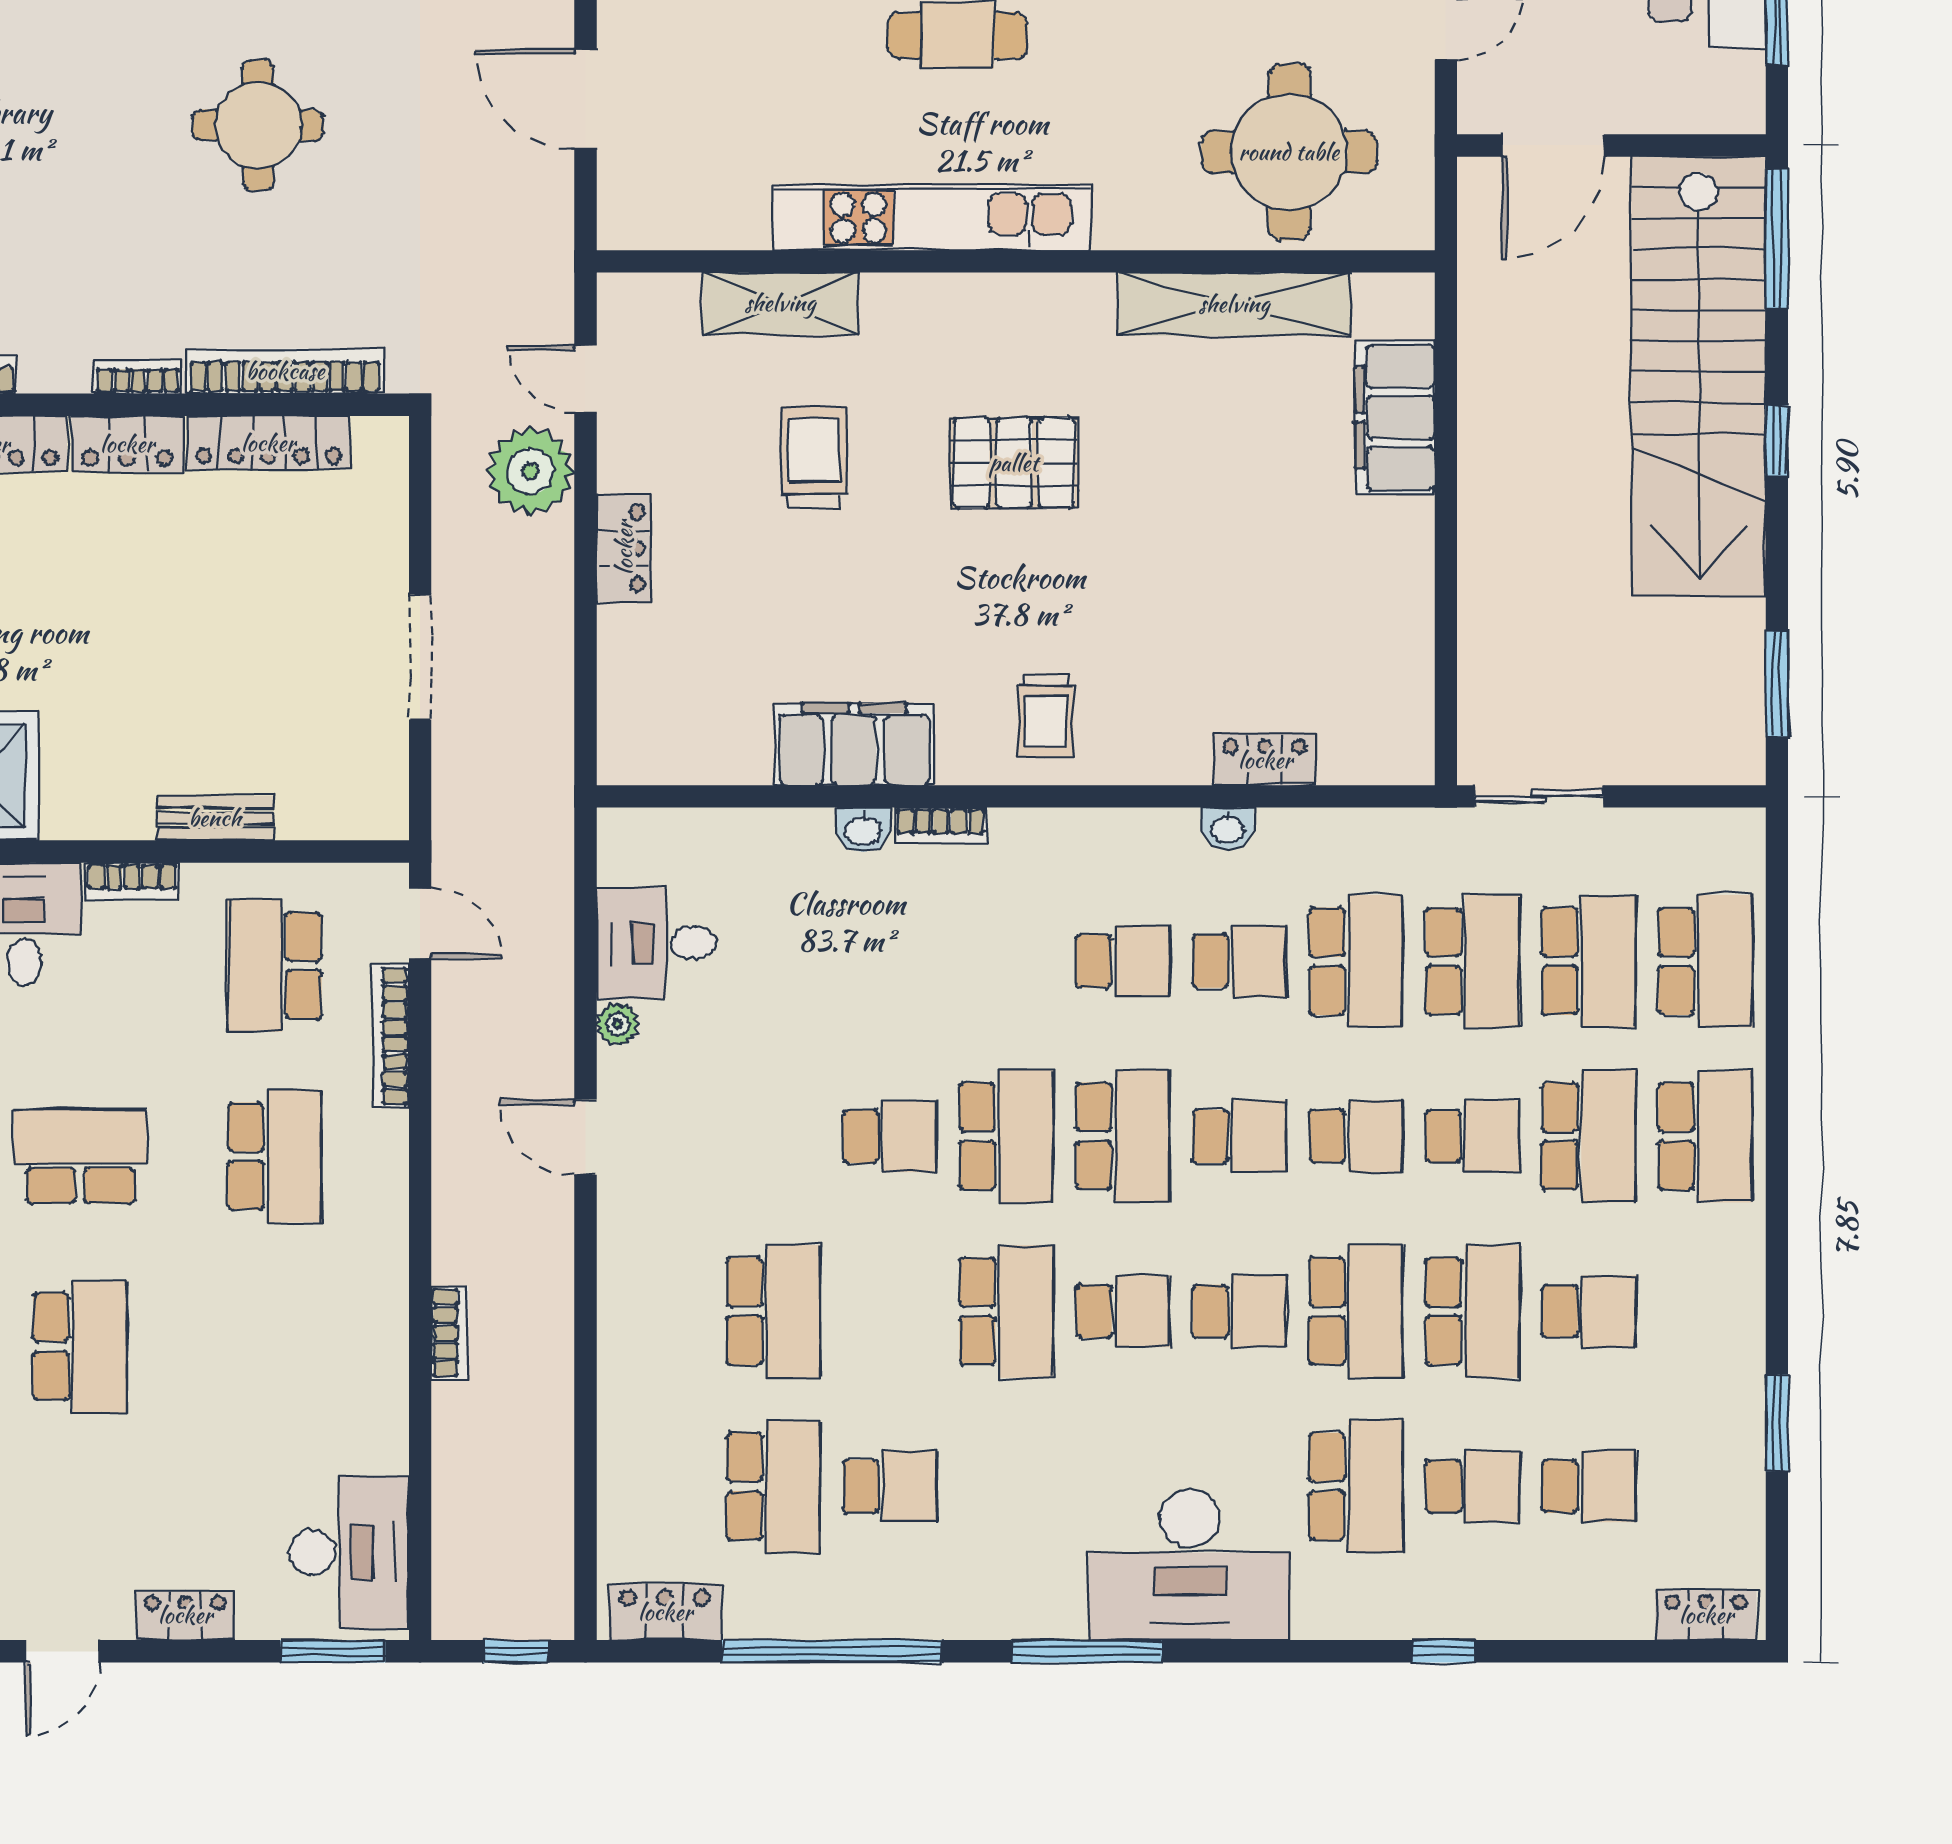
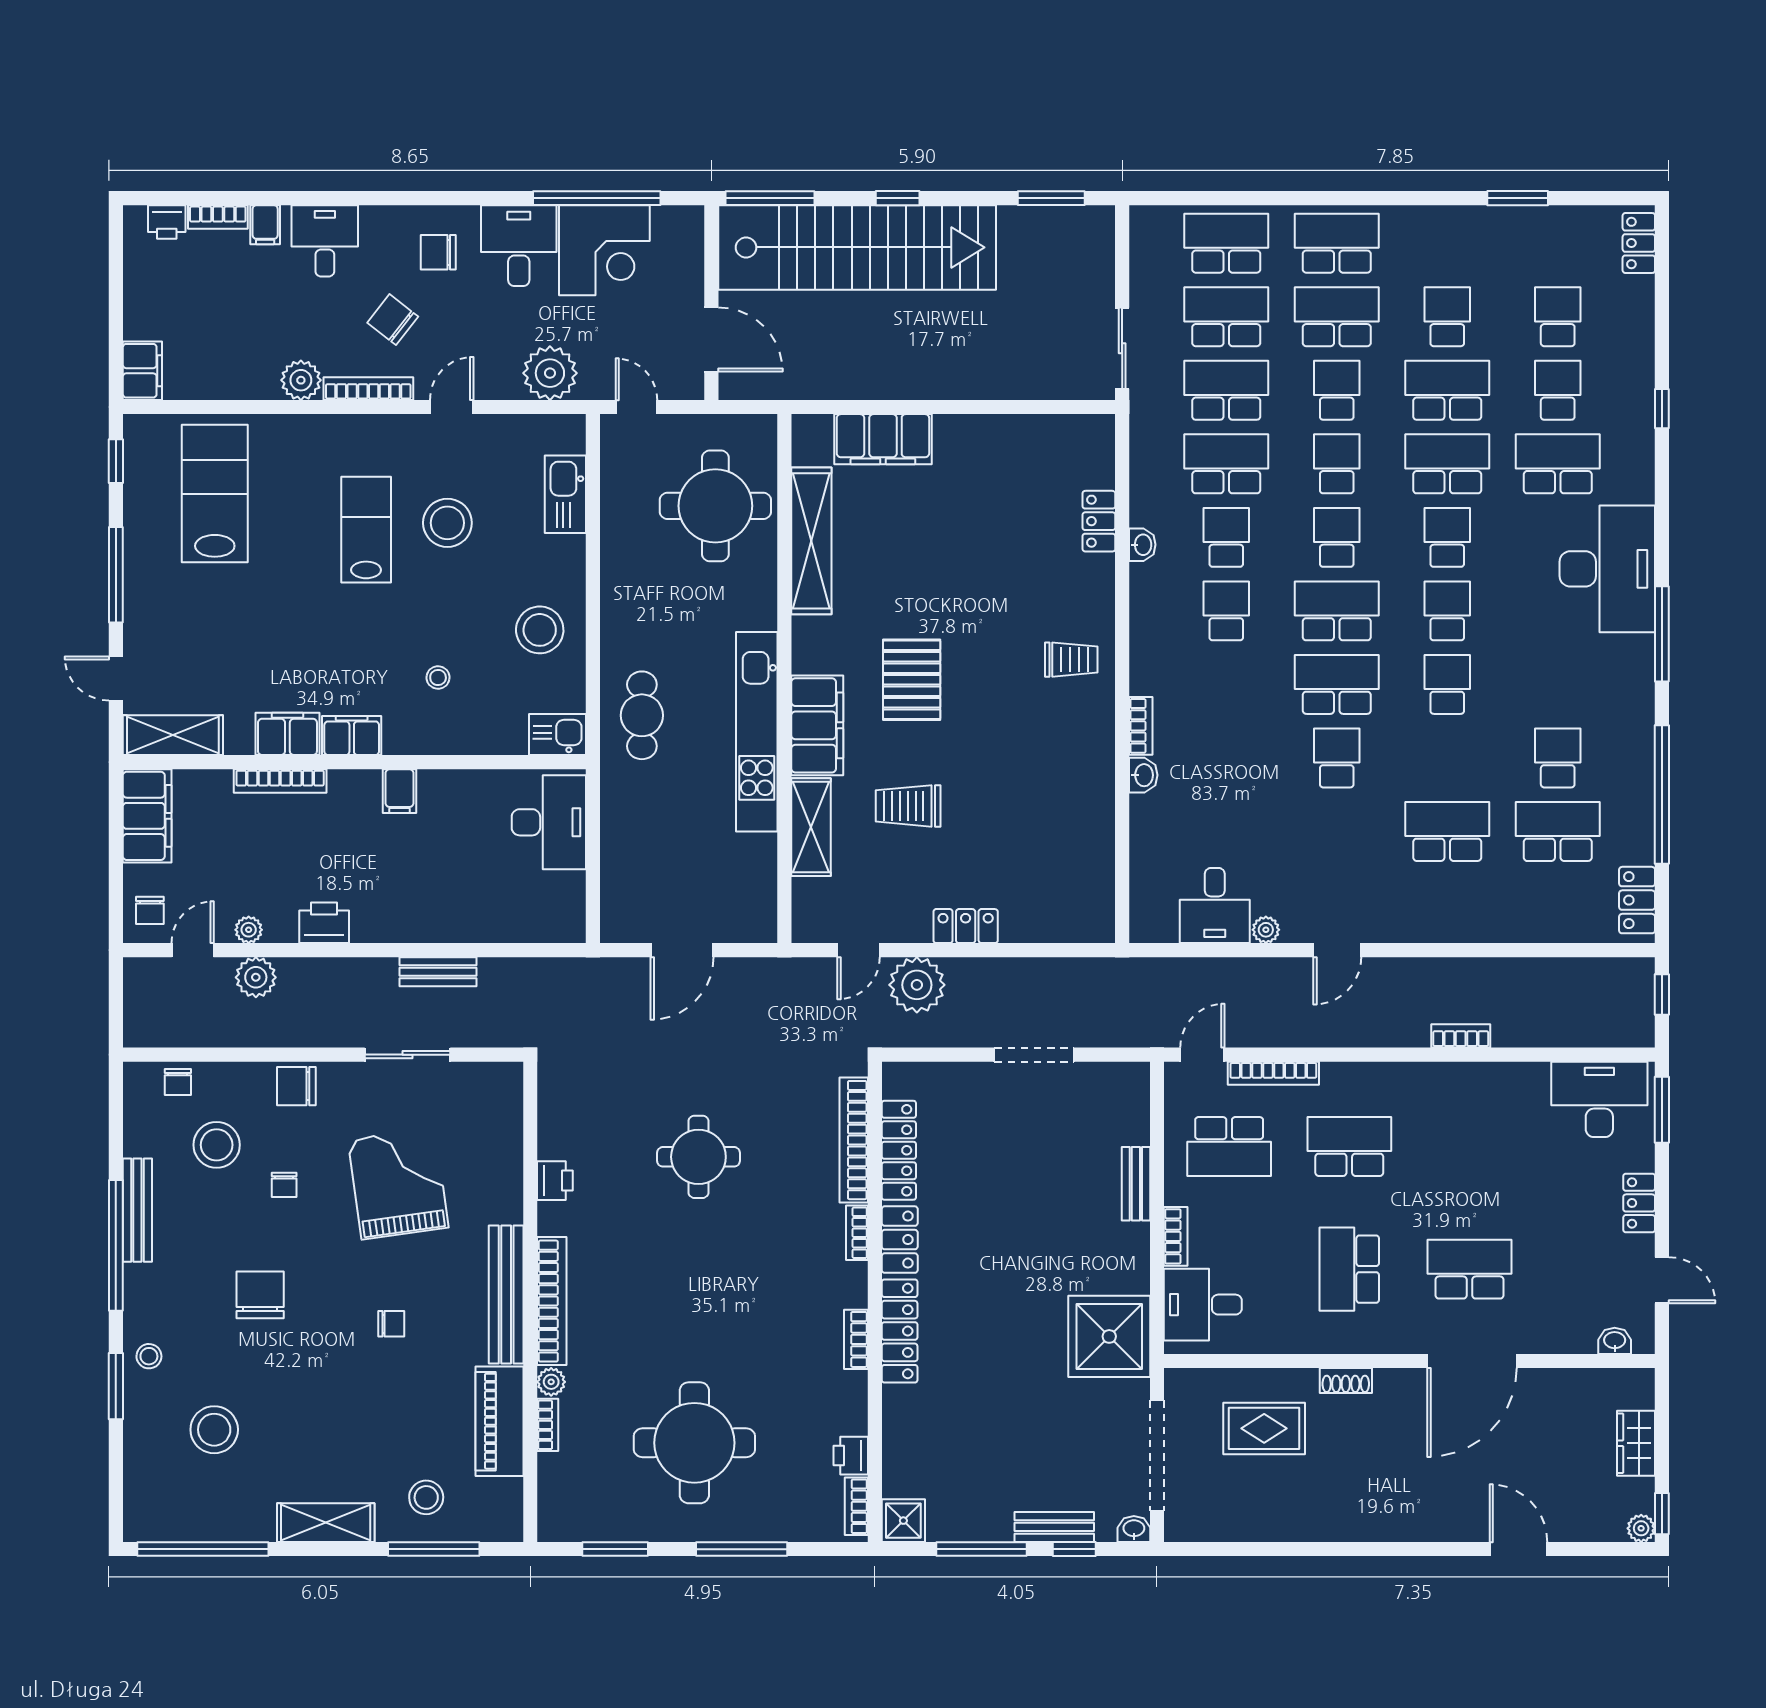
filing cabinet: (854, 744) -> (817, 725), moved, turned 180
school desk: (1006, 1311) -> (1447, 684), width x0.54

